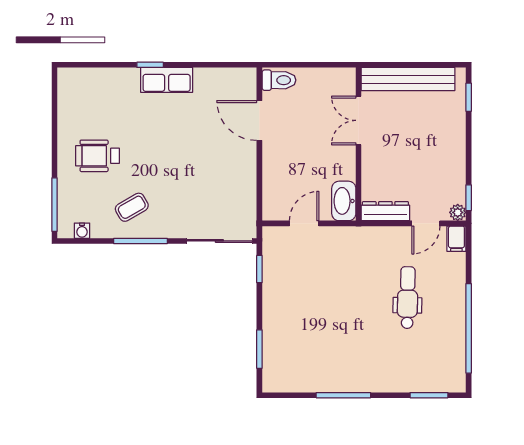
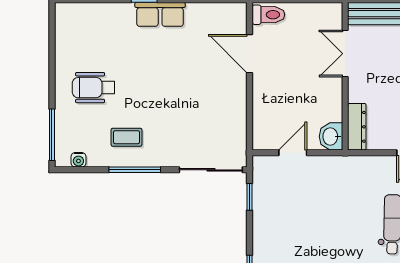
washbasin: (344, 201) -> (331, 136), width x0.72
coffee table: (132, 207) -> (127, 137), turned 30
dresser: (385, 211) -> (357, 127), moved, turned 90

